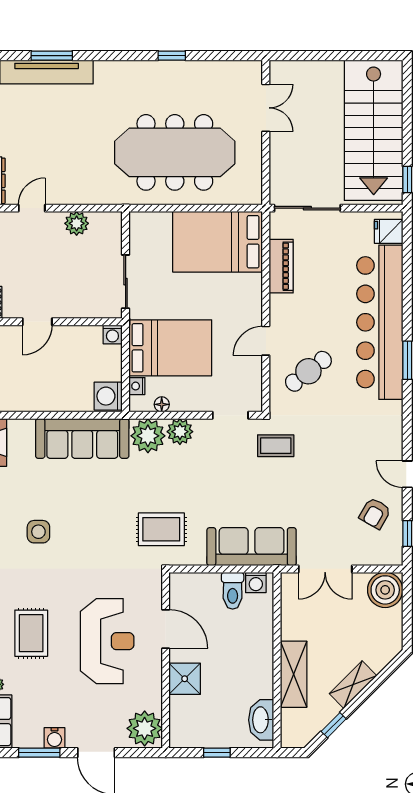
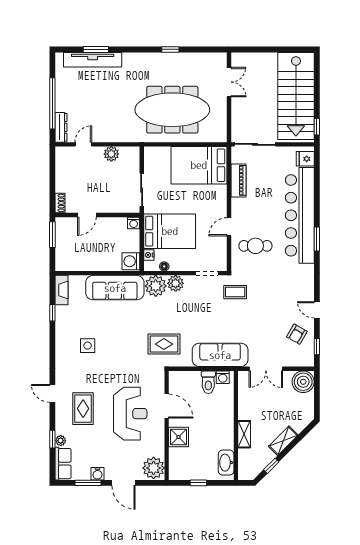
cafe table: (308, 371) -> (255, 246), turned 38
shelving: (294, 674) -> (244, 434), width x0.67, depth x0.75

